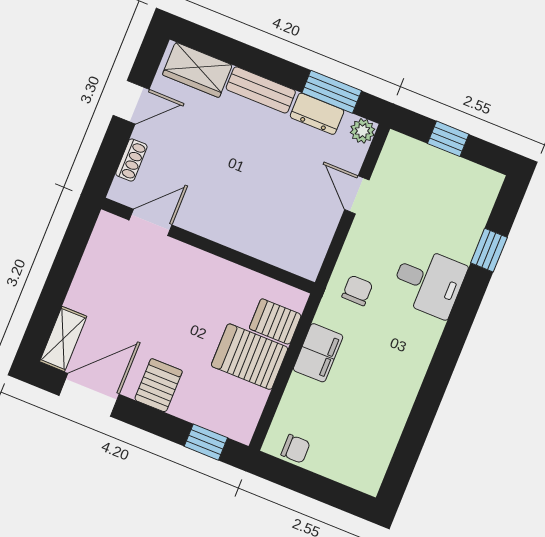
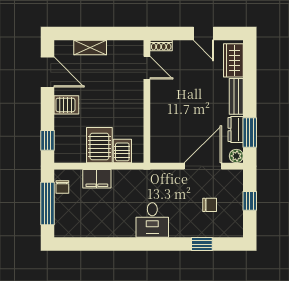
shoe rack: (131, 160) -> (161, 45), moved
door: (357, 195) -> (203, 166), width x1.87
desk: (428, 282) -> (152, 220), moved
chair: (357, 290) -> (210, 205), moved
shelving: (63, 339) -> (90, 47), moved
filing cabinet: (318, 353) -> (97, 179), moved
window: (313, 486) -> (47, 203), added

